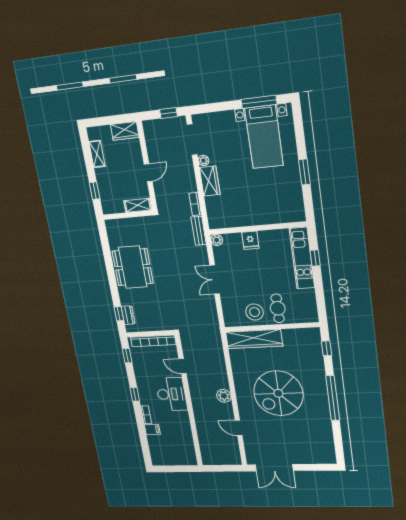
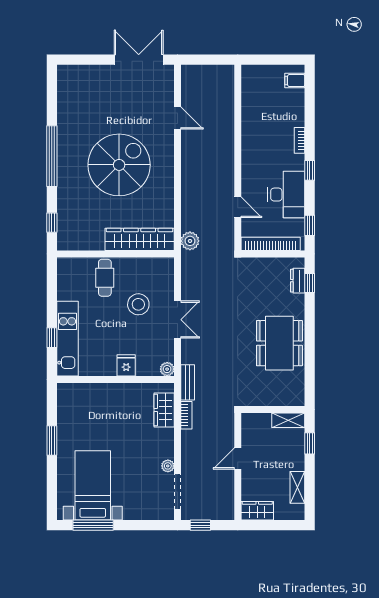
wardrobe: (210, 181) -> (164, 410), moved
shelving: (138, 205) -> (288, 420), moved
stool: (255, 312) -> (138, 304), moved
desk: (171, 394) -> (286, 195), moved, turned 180
plant: (224, 396) -> (190, 241), moved
filing cabinet: (152, 429) -> (295, 81), moved

